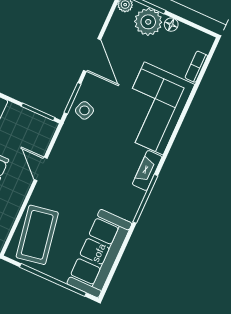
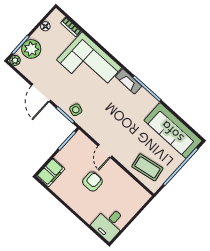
floor lamp: (171, 25) -> (45, 26), moved
door: (92, 55) -> (41, 93), swing flipped
door: (41, 169) -> (105, 151), hinge flipped
coffee table: (37, 235) -> (147, 167), width x0.73, depth x0.76

